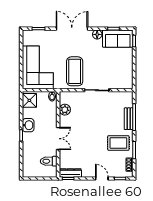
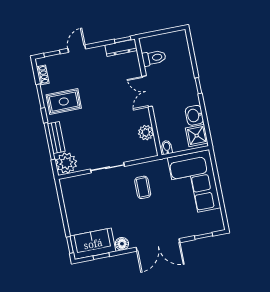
coffee table: (75, 71) -> (143, 187), width x0.54, depth x0.58
plant: (125, 99) -> (66, 163), added
washbasin: (28, 125) -> (194, 115), moved
door: (102, 178) -> (77, 49), swing flipped

